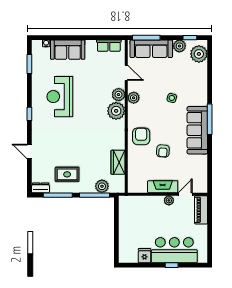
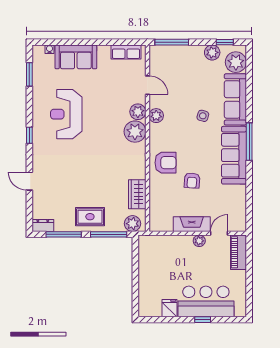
sofa: (151, 49) -> (235, 99), moved, turned 90
armchair: (141, 136) -> (165, 163), turned 90
rug: (67, 174) -> (90, 217), moved
plant: (102, 186) -> (133, 224), moved

